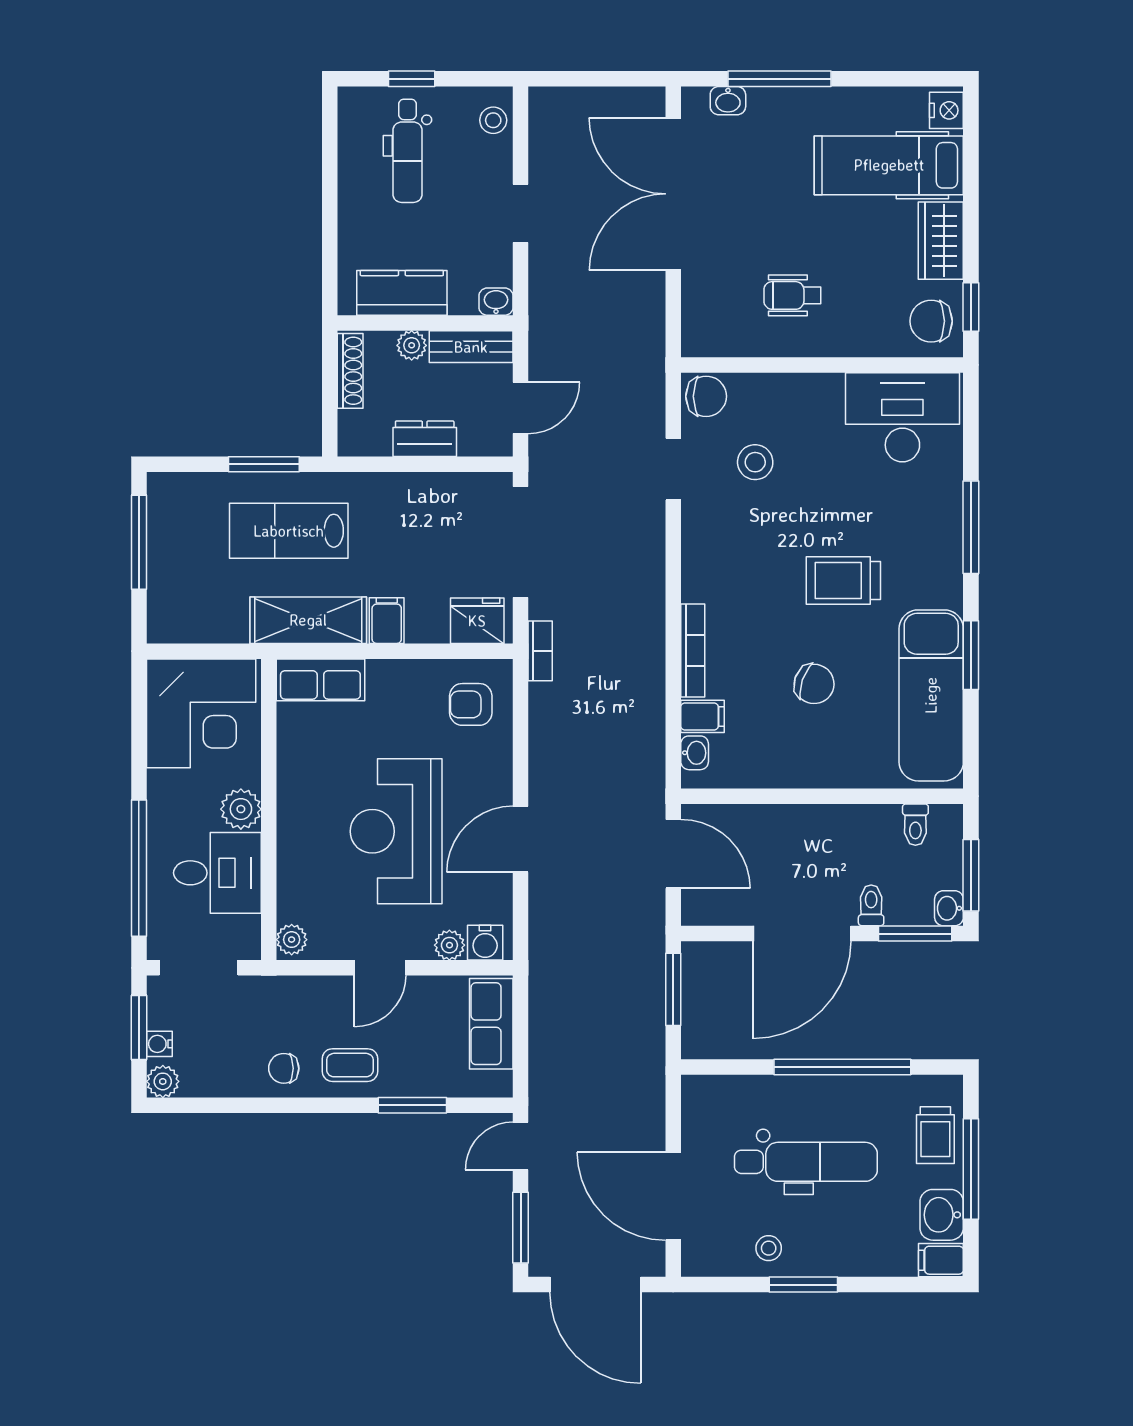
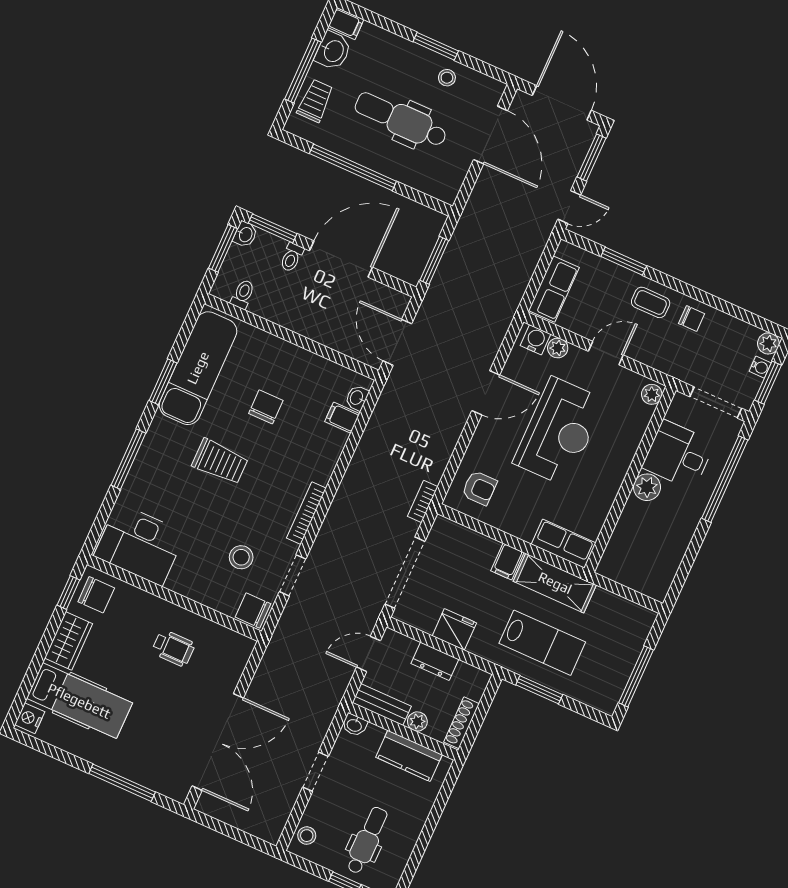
washbasin: (728, 101) -> (159, 784), removed
fridge: (477, 621) -> (454, 629), moved, turned 180
bookcase: (693, 651) -> (306, 513), moved
chair: (814, 684) -> (266, 407), turned 71
corner desk: (201, 713) -> (645, 556), removed

